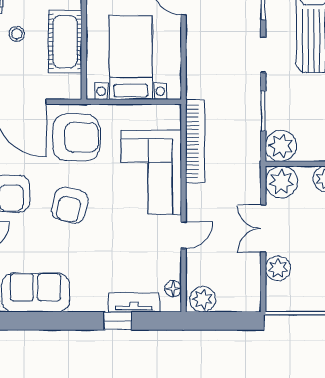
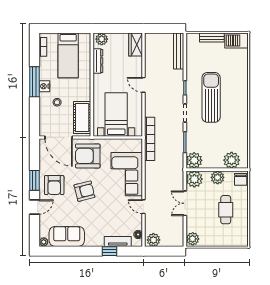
cot: (65, 42) -> (82, 118), moved
armchair: (76, 137) -> (88, 156), turned 180
bookcase: (195, 141) -> (150, 139), moved
armchair: (70, 205) -> (84, 191), turned -118
door: (183, 235) -> (144, 207), swing flipped
plant: (278, 268) -> (193, 239), moved

